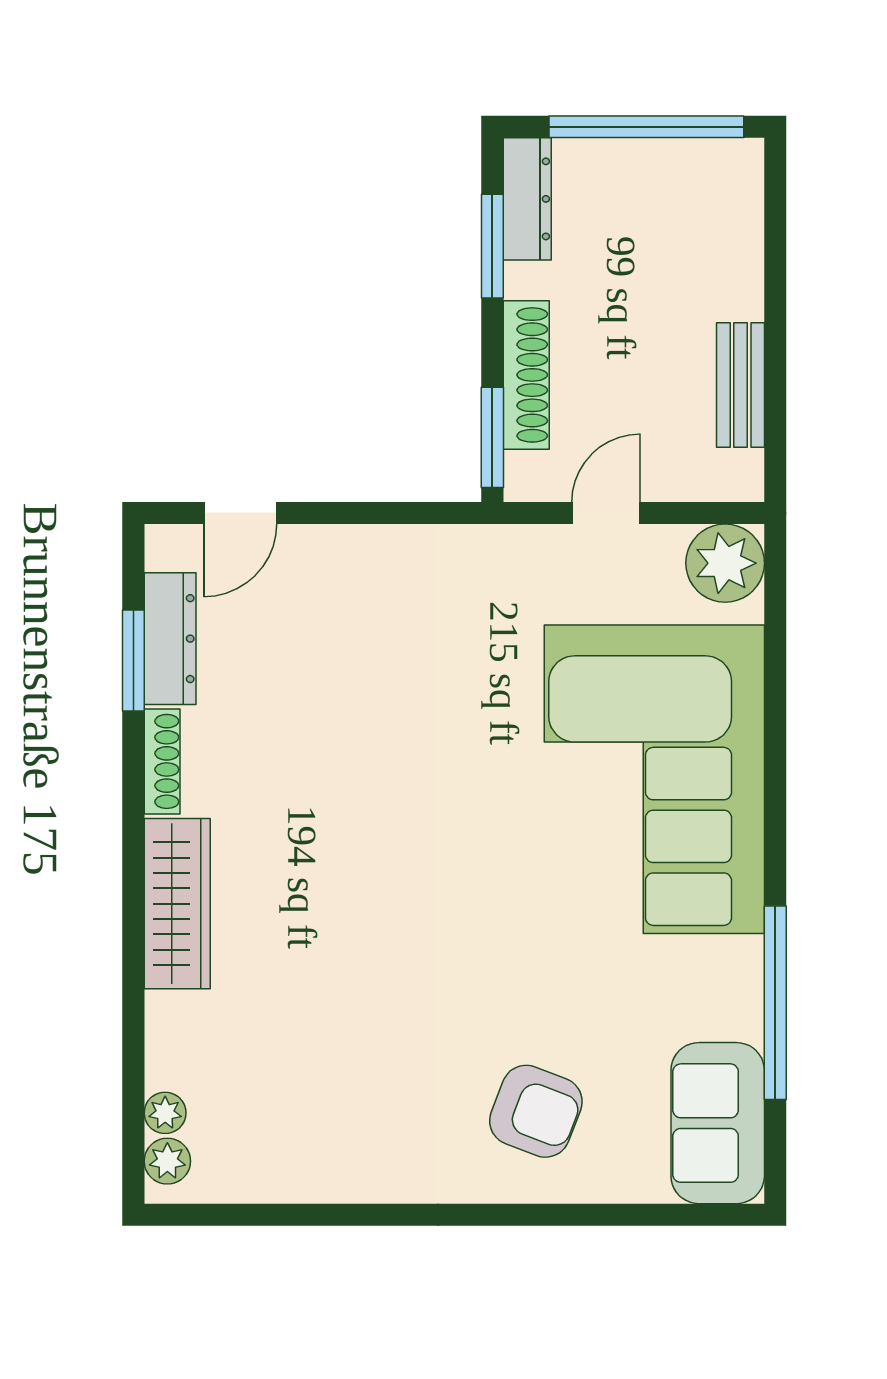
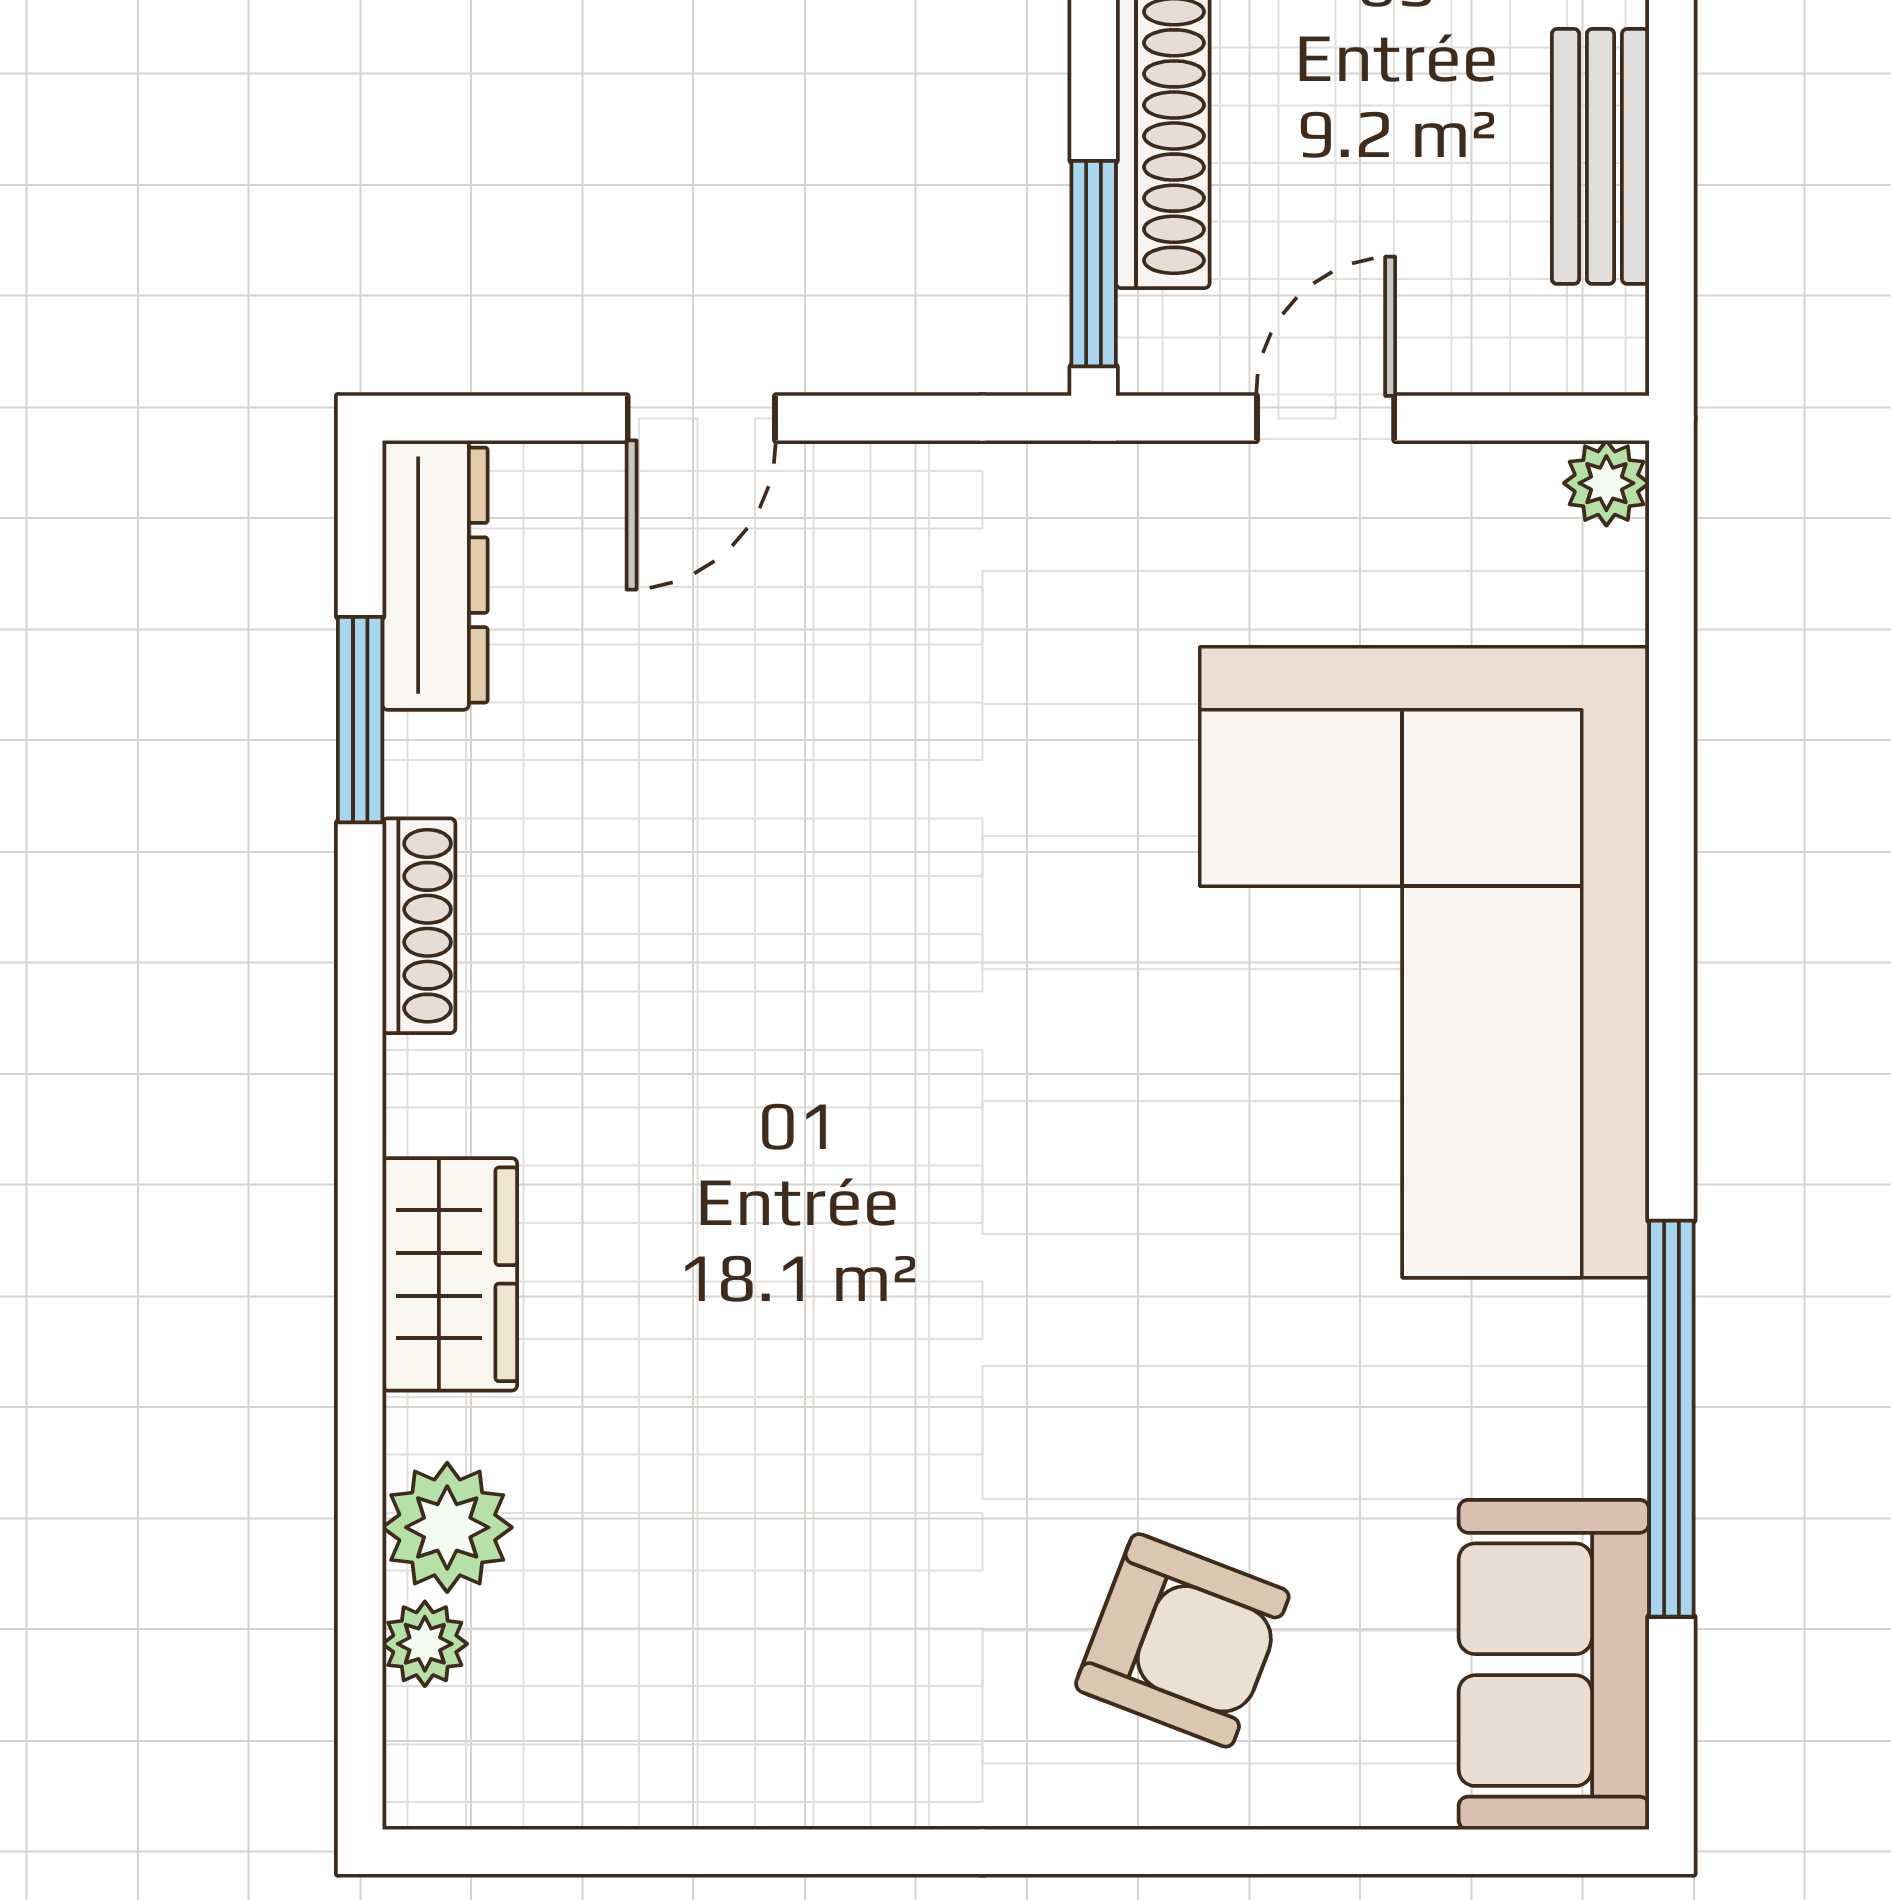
door: (240, 513) -> (701, 418), moved
plant: (725, 563) -> (1606, 483), width x0.53, depth x0.53
dresser: (170, 639) -> (435, 575), moved
wardrobe: (177, 904) -> (450, 1274), width x0.67
plant: (167, 1161) -> (447, 1527), moved, width x1.38, depth x1.38

